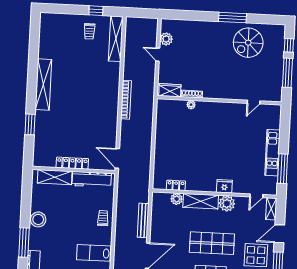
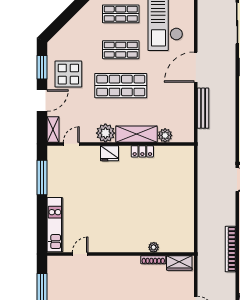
kitchen unit: (273, 153) -> (55, 225), moved
locker: (176, 185) -> (142, 151), moved

